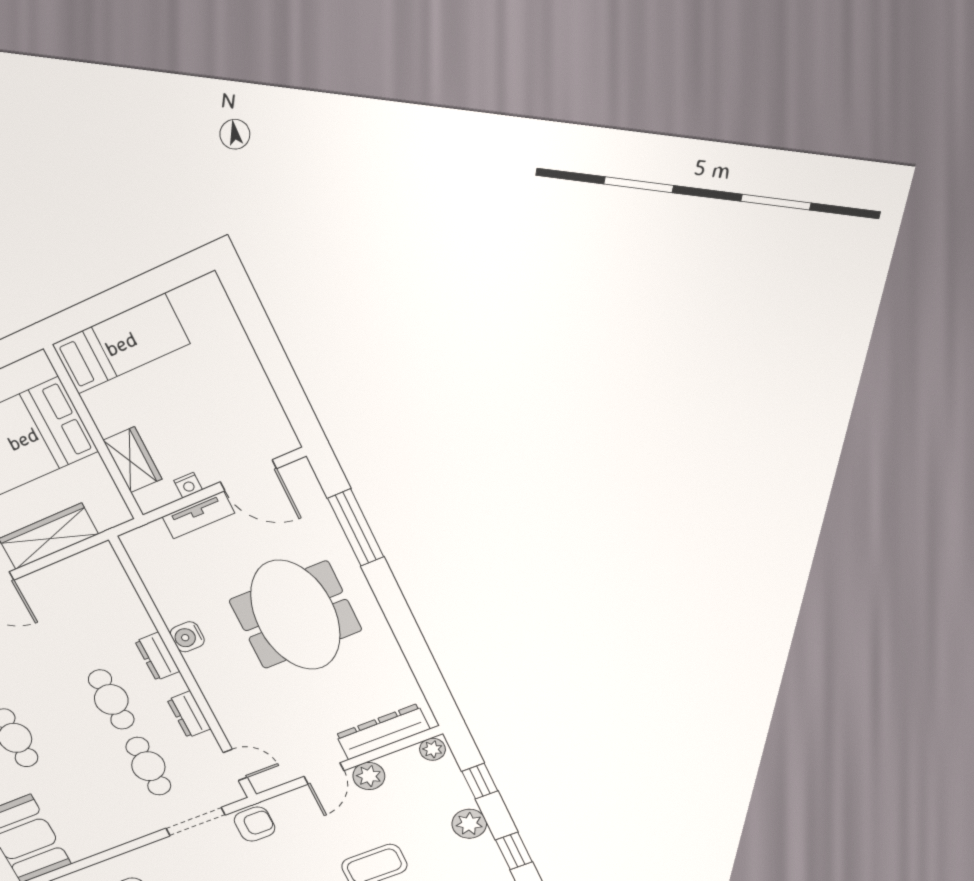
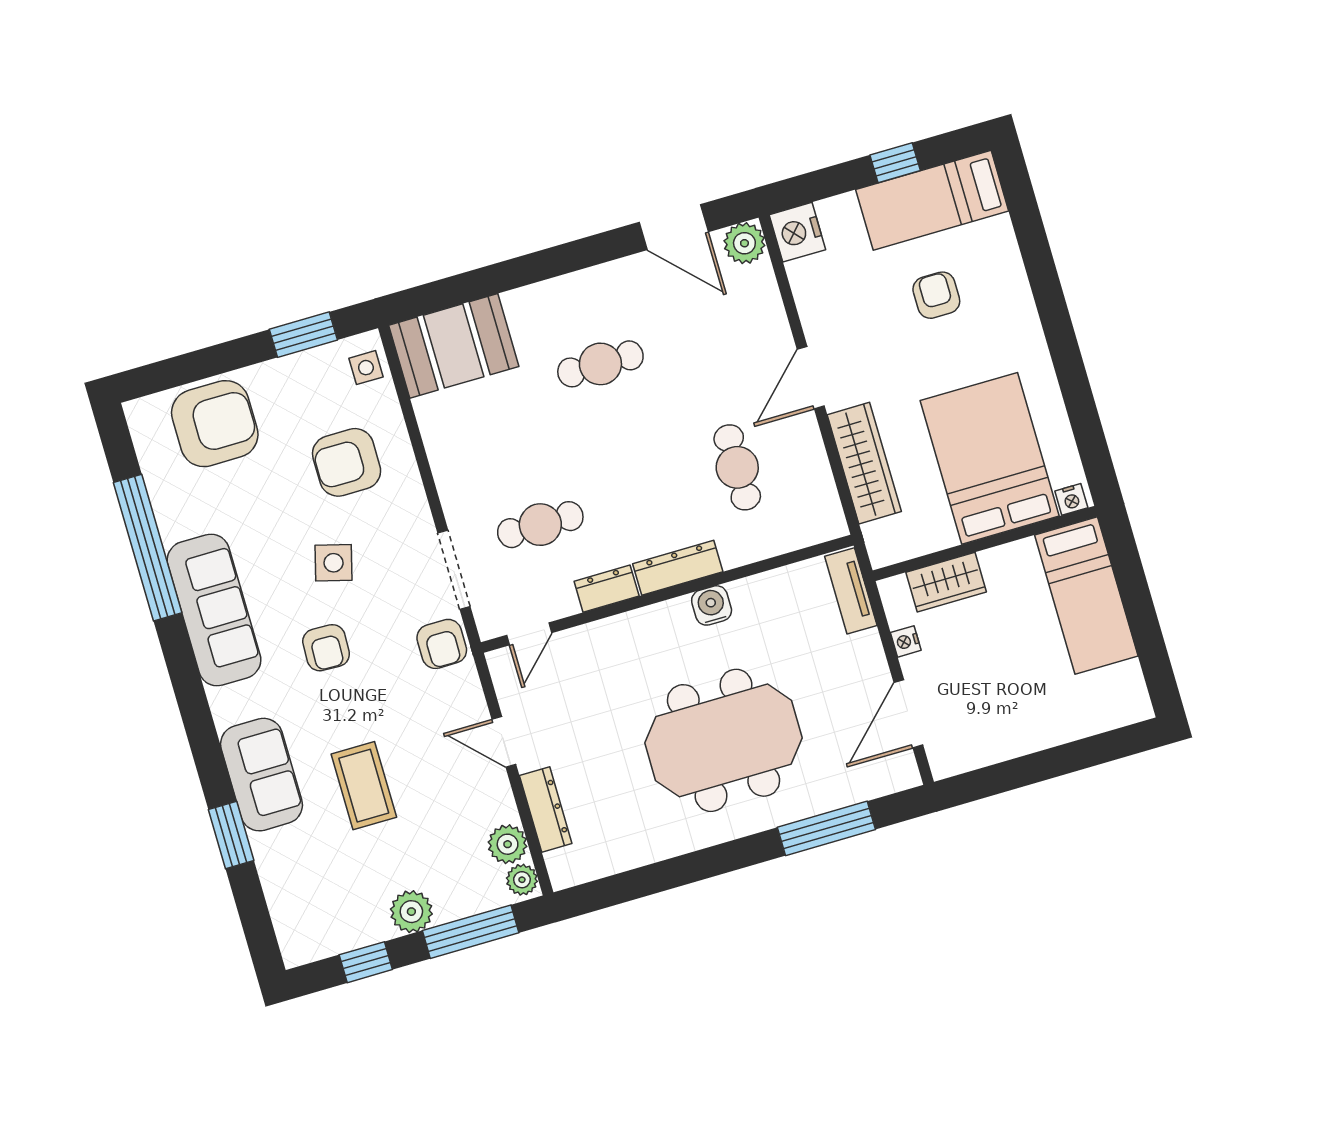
nightstand: (42, 368) -> (1071, 499), added
tv unit: (198, 515) -> (851, 591), moved
dresser: (157, 656) -> (678, 568), width x1.44
cafe table: (111, 700) -> (737, 467), moved, turned 90
dresser: (383, 732) -> (546, 810), width x0.73, depth x0.80
plant: (369, 776) -> (508, 844), moved
window: (480, 781) -> (471, 932), width x2.17

